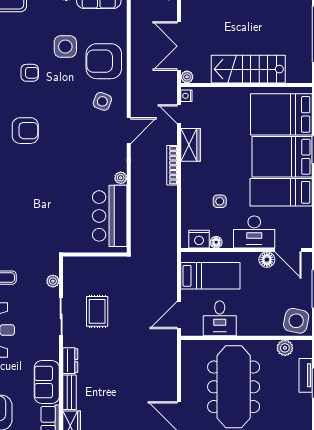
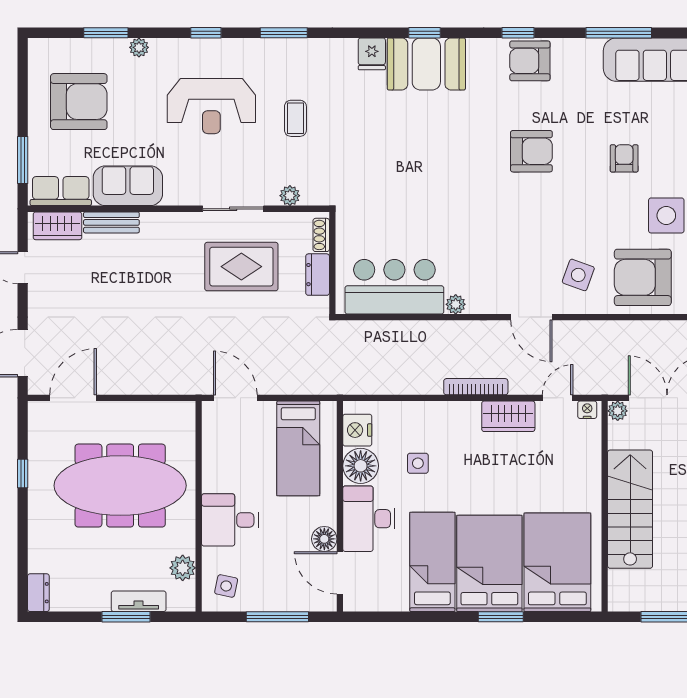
armchair: (104, 61) -> (643, 277), turned -90
armchair: (30, 73) -> (624, 158), turned 180
armchair: (25, 131) -> (531, 151), turned -90
floor lamp: (216, 242) -> (361, 466), width x1.89, depth x1.89
door: (288, 250) -> (340, 573), hinge flipped
shoe rack: (77, 262) -> (321, 235), added
rug: (97, 311) -> (241, 267), width x1.36, depth x1.43
desk: (220, 318) -> (230, 520), moved
side table: (296, 321) -> (226, 586), width x0.54, depth x0.54
dresser: (70, 361) -> (318, 275), moved, turned 90

